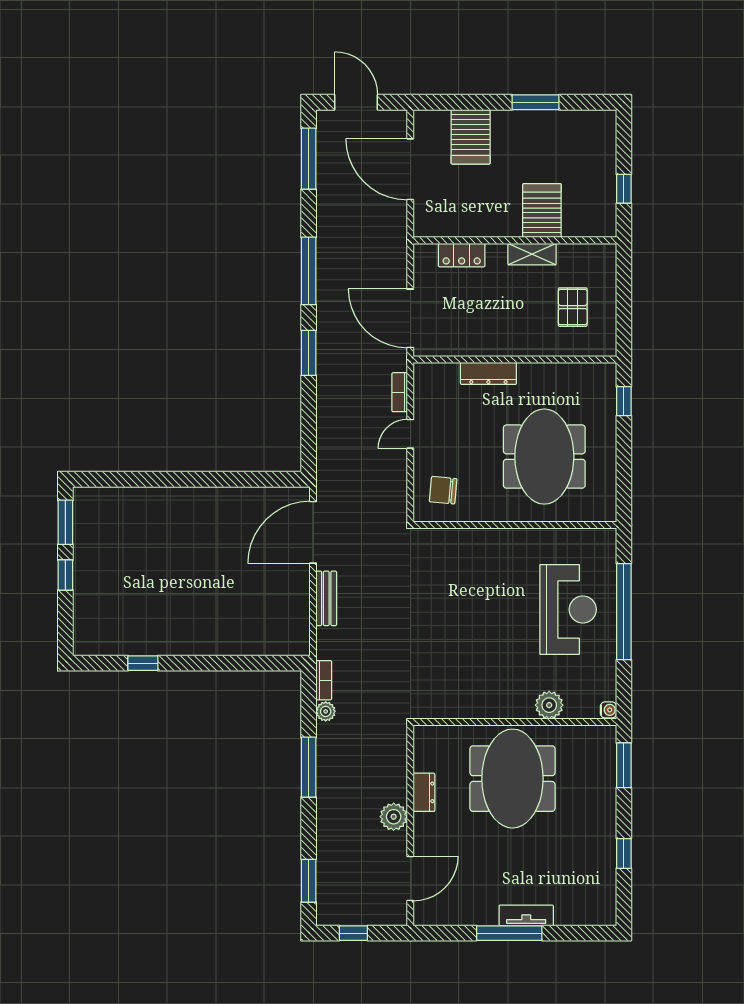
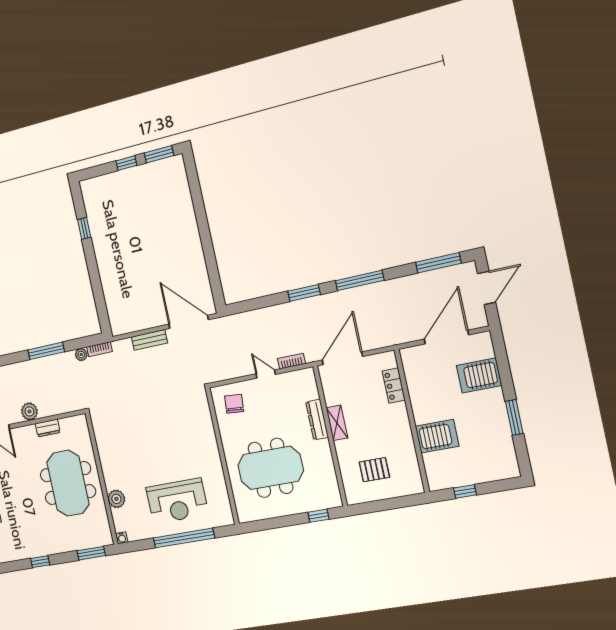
shelving: (532, 254) -> (337, 423), moved
meeting table: (512, 779) -> (68, 483), turned 90

